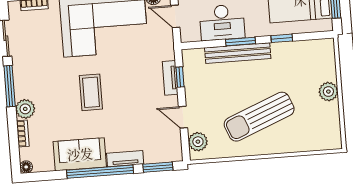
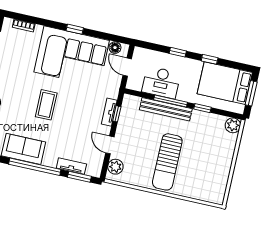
window: (240, 41) -> (171, 101), width x1.44
plant: (328, 92) -> (233, 125), moved
sun lounger: (259, 117) -> (167, 162), turned -68
tv unit: (125, 159) -> (71, 166), moved

